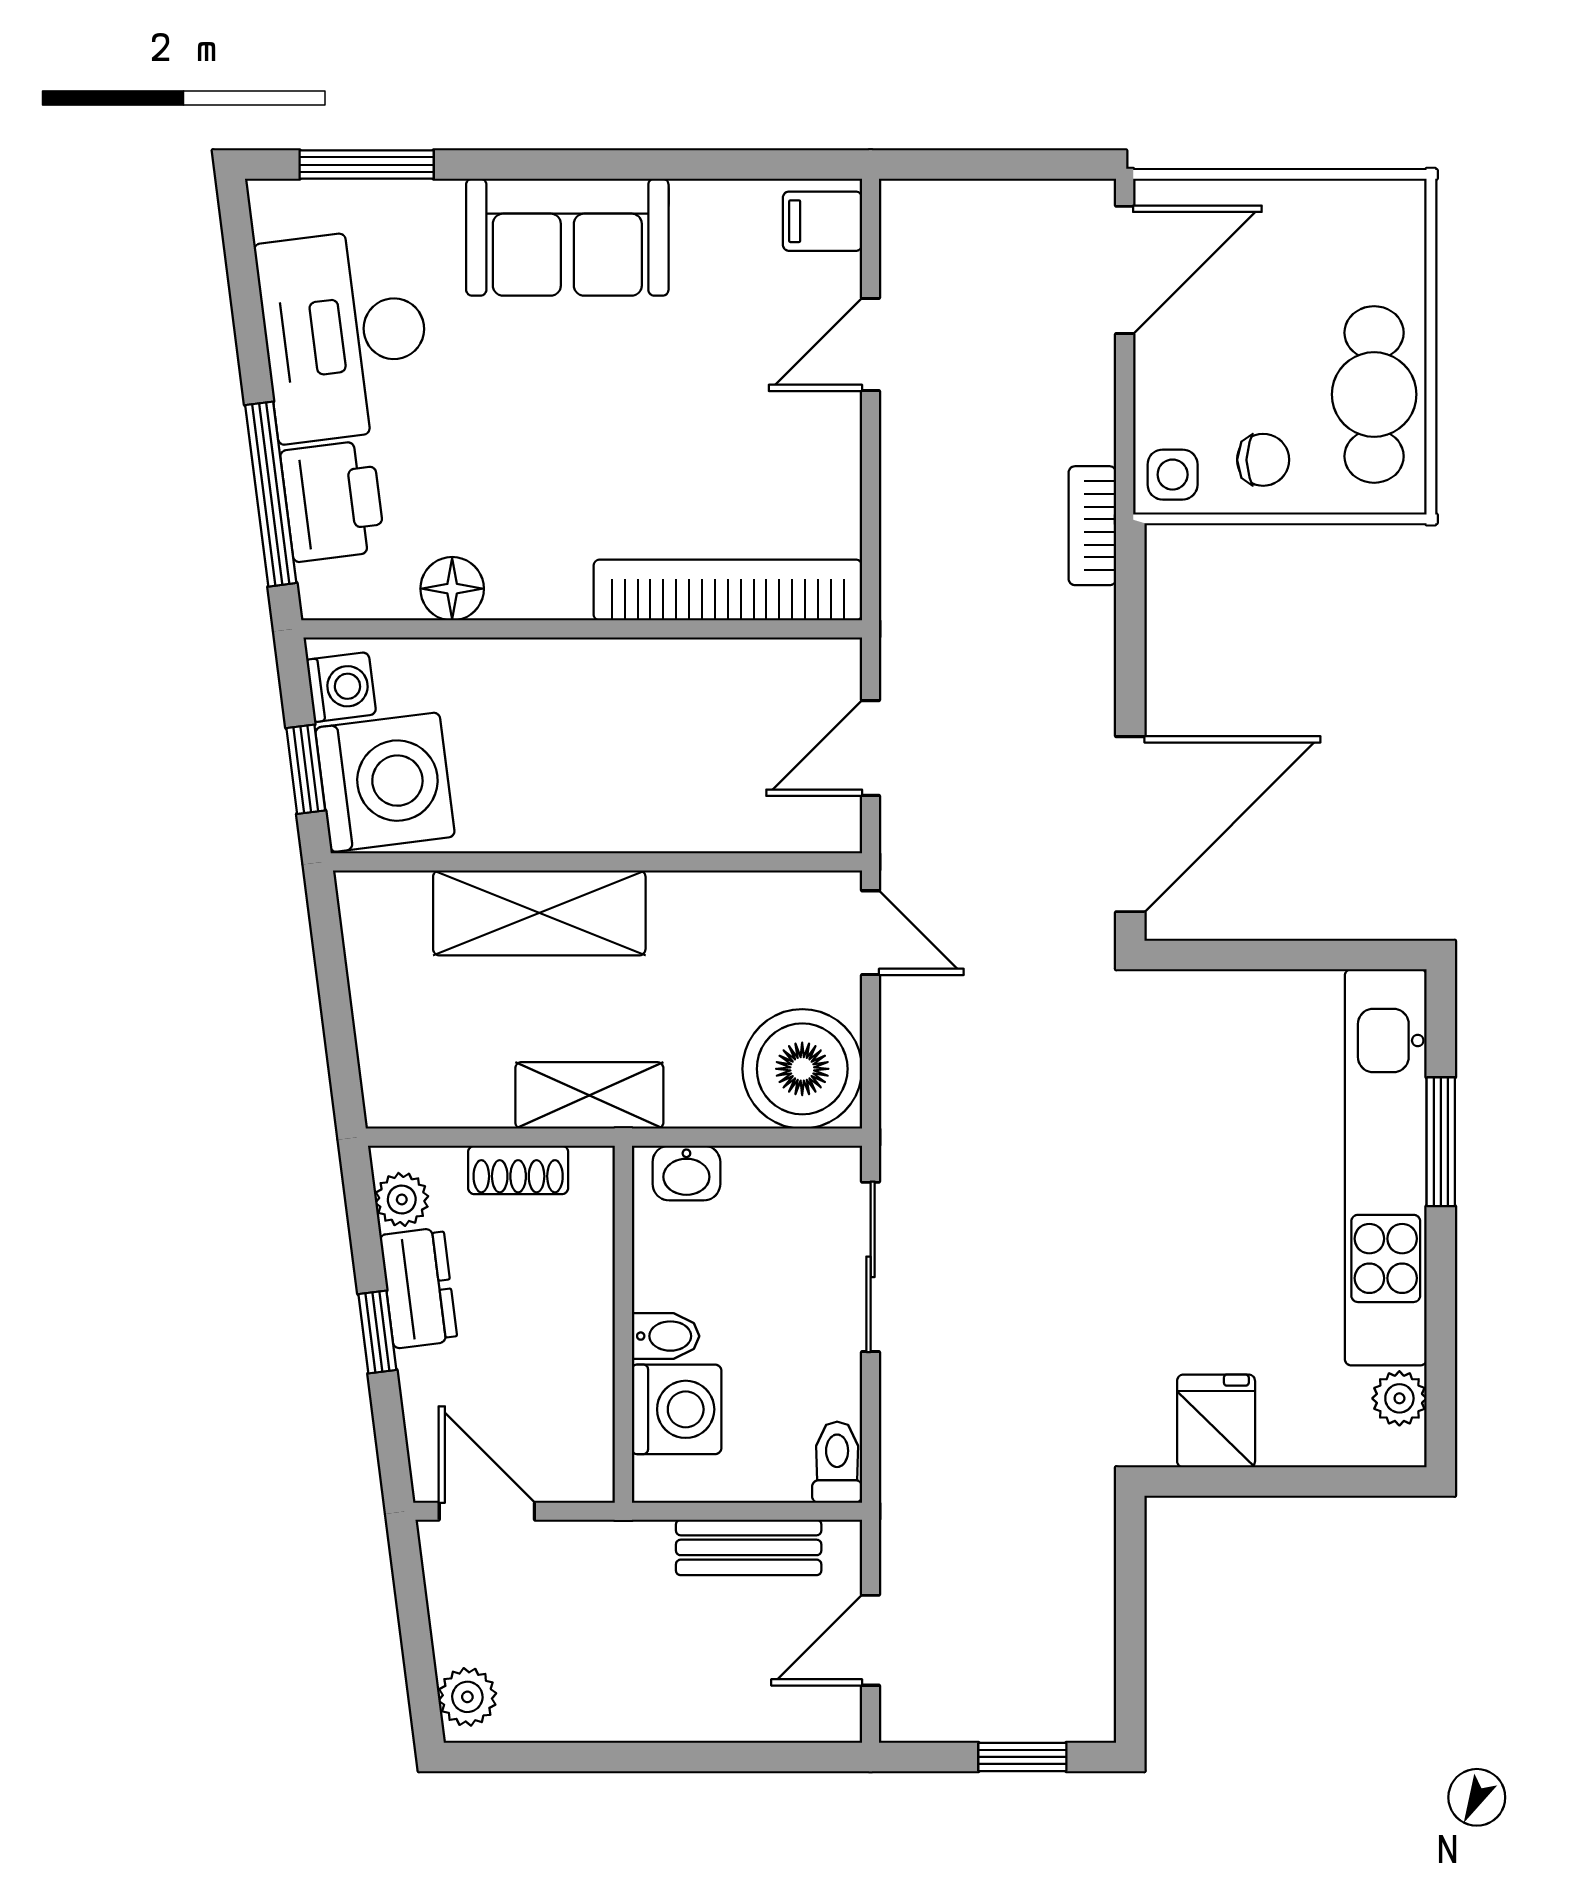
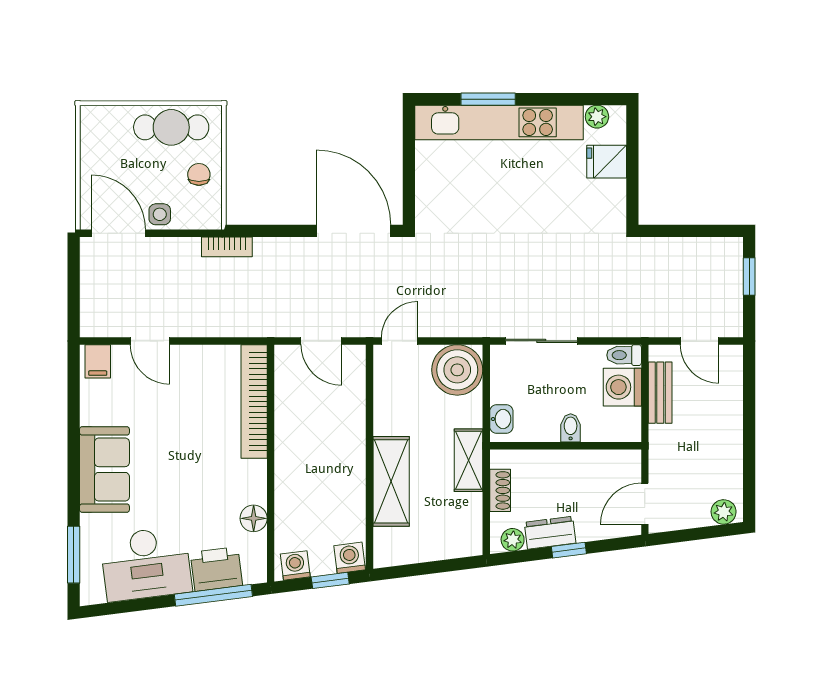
side table: (1173, 475) -> (160, 214), moved
washing machine: (385, 782) -> (350, 558), width x0.53, depth x0.53
washing machine: (677, 1409) -> (622, 387), moved, turned -90
fridge: (1216, 1421) -> (607, 162), moved

